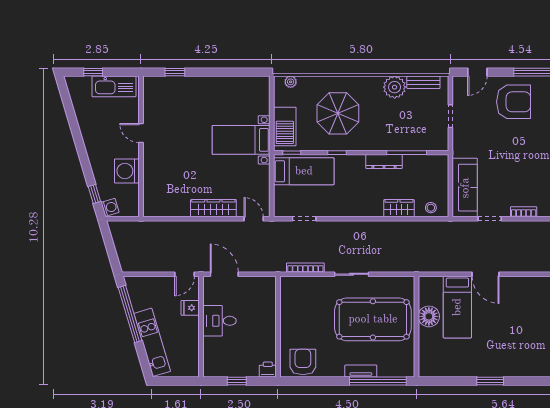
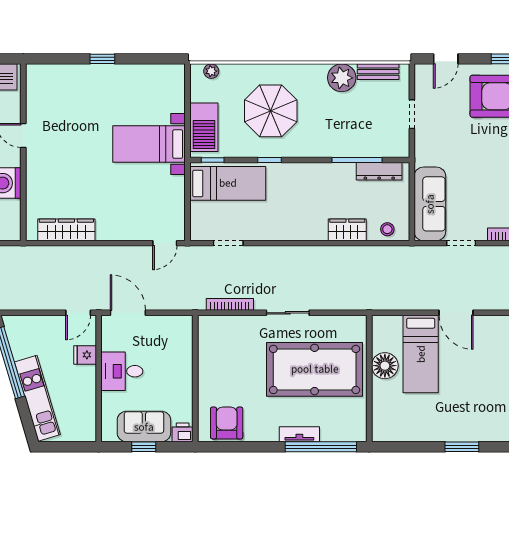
window: (175, 72) -> (102, 59), moved
dresser: (384, 162) -> (379, 171), moved
wardrobe: (213, 208) -> (66, 230), moved
door: (254, 219) -> (165, 243), swing flipped
sofa: (237, 365) -> (144, 427), added

